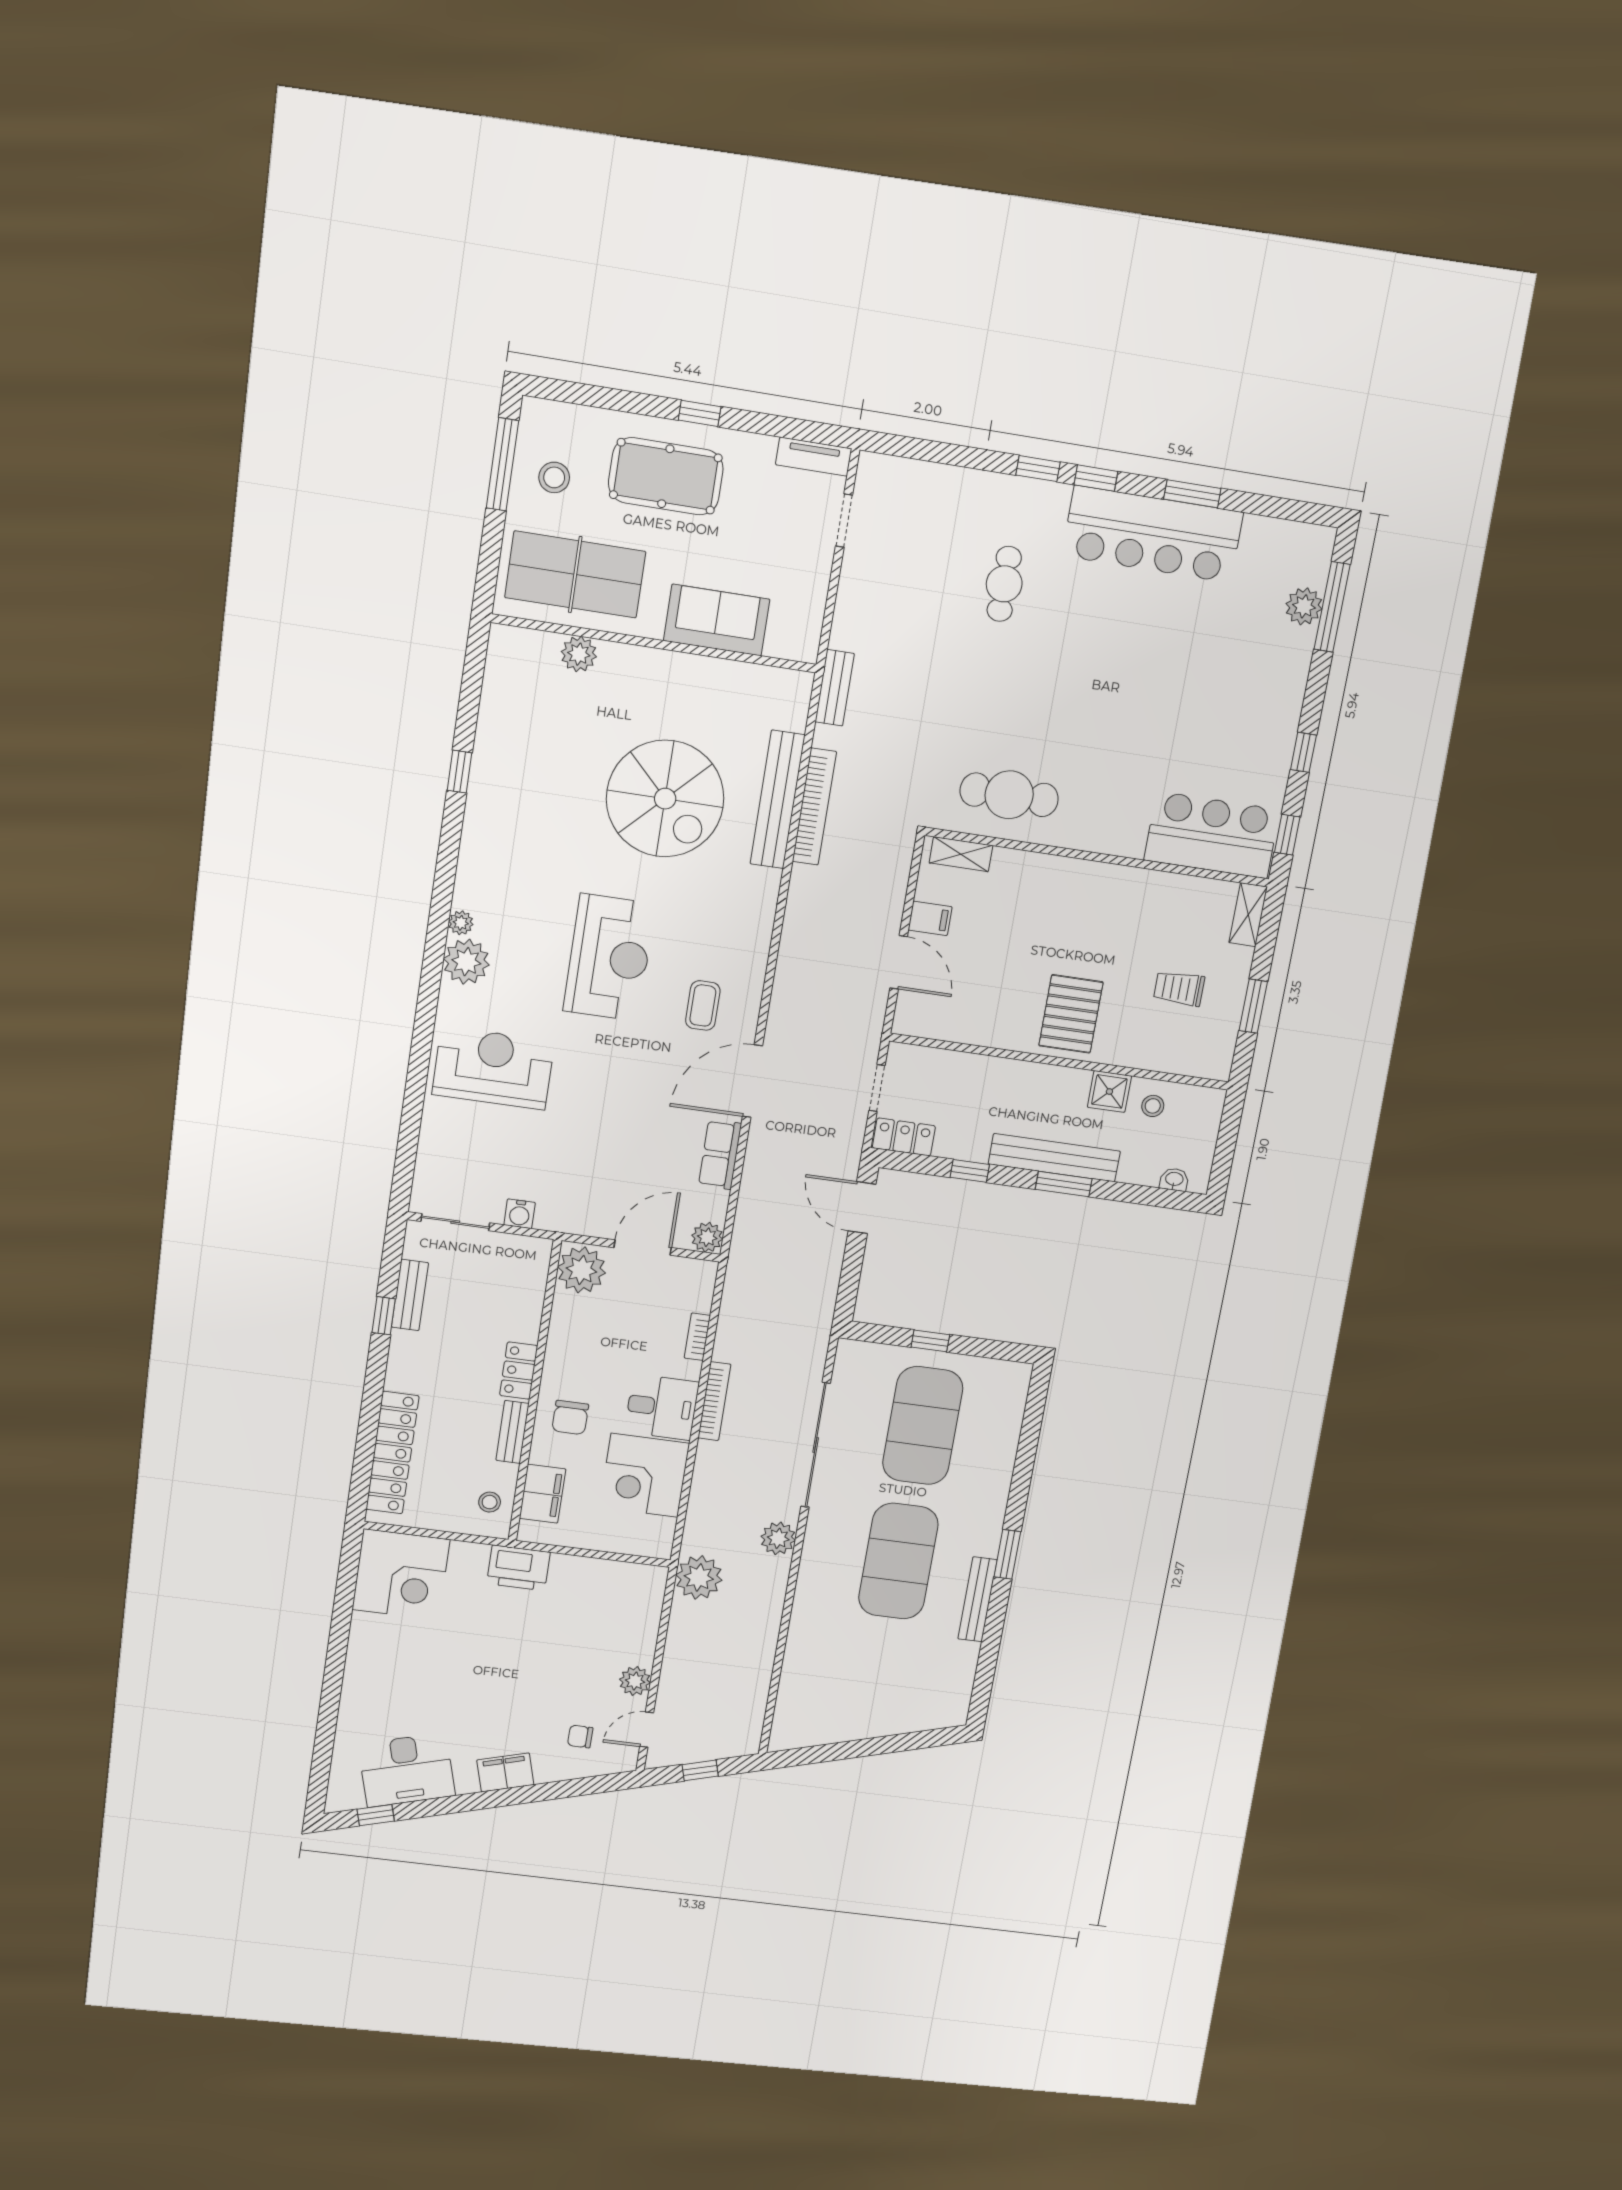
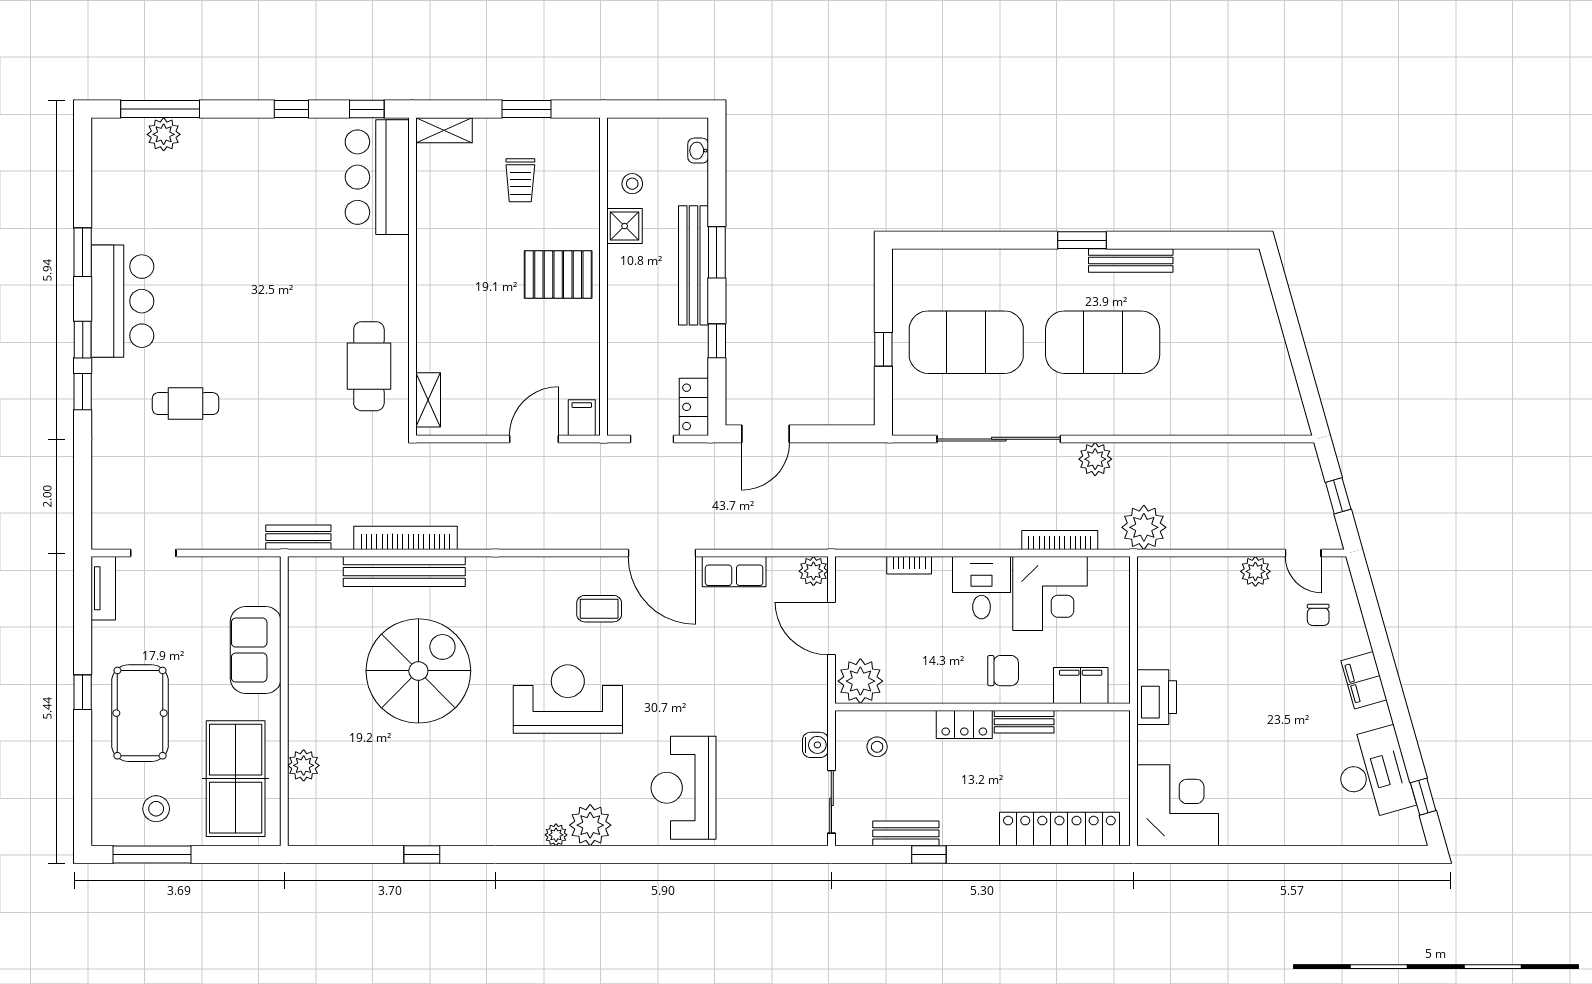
bar counter: (1153, 534) -> (122, 301), width x0.73
filing cabinet: (930, 918) -> (582, 418), moved
bookcase: (714, 1401) -> (1060, 540), moved
stool: (490, 1502) -> (877, 747), moved

